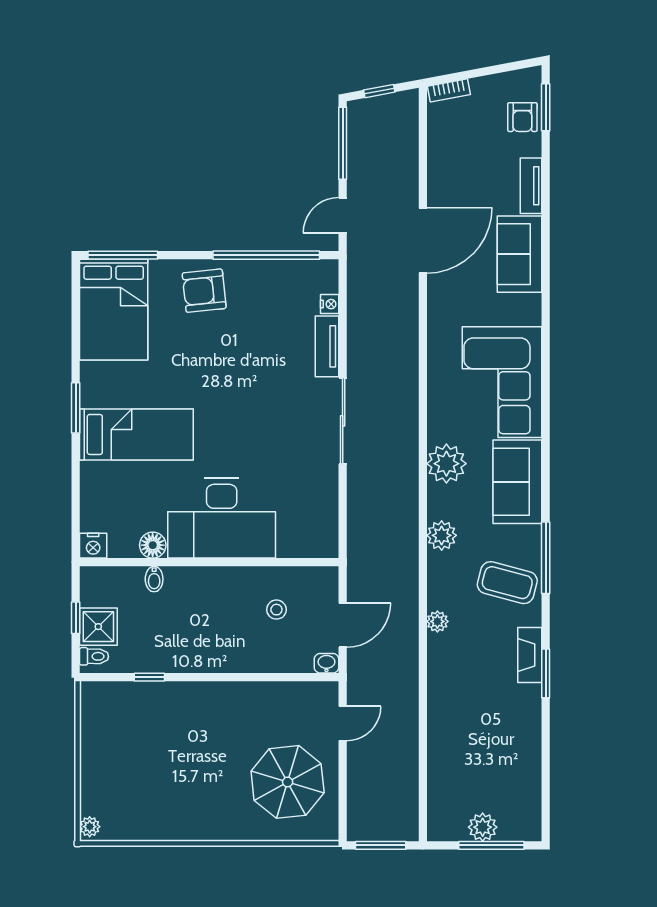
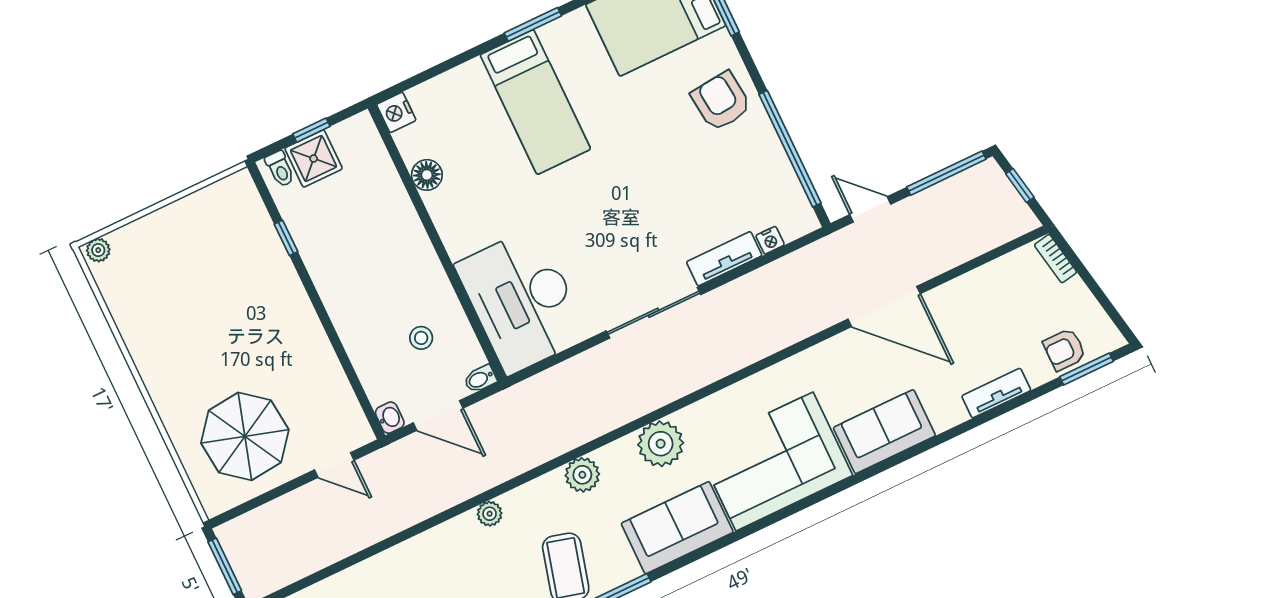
sofa: (520, 254) -> (884, 432), moved
desk: (222, 518) -> (522, 301), moved
bidet: (154, 579) -> (480, 379), moved

